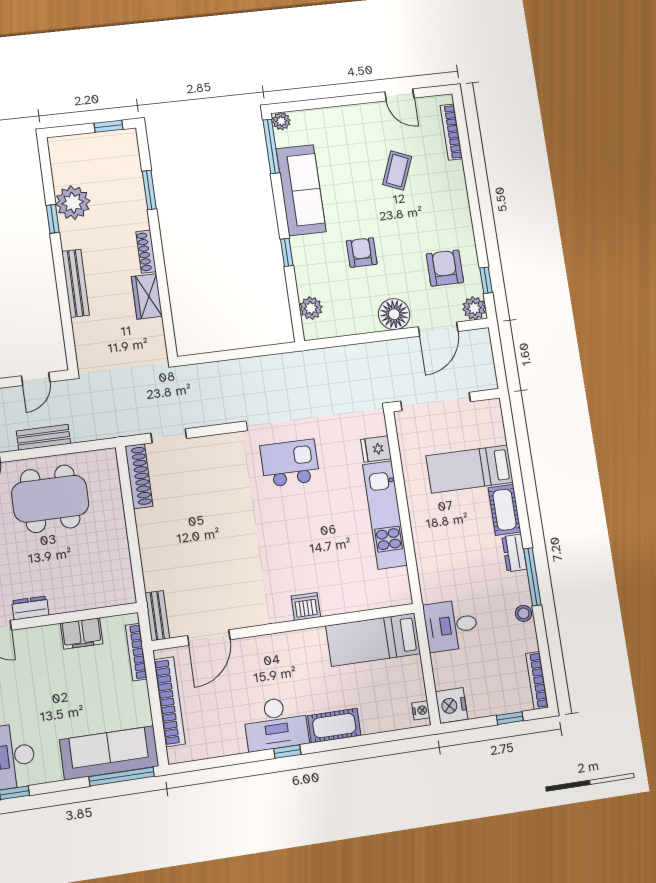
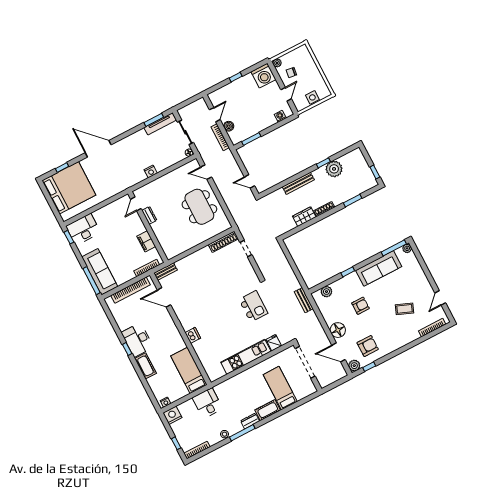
bench: (43, 437) -> (304, 300), moved

